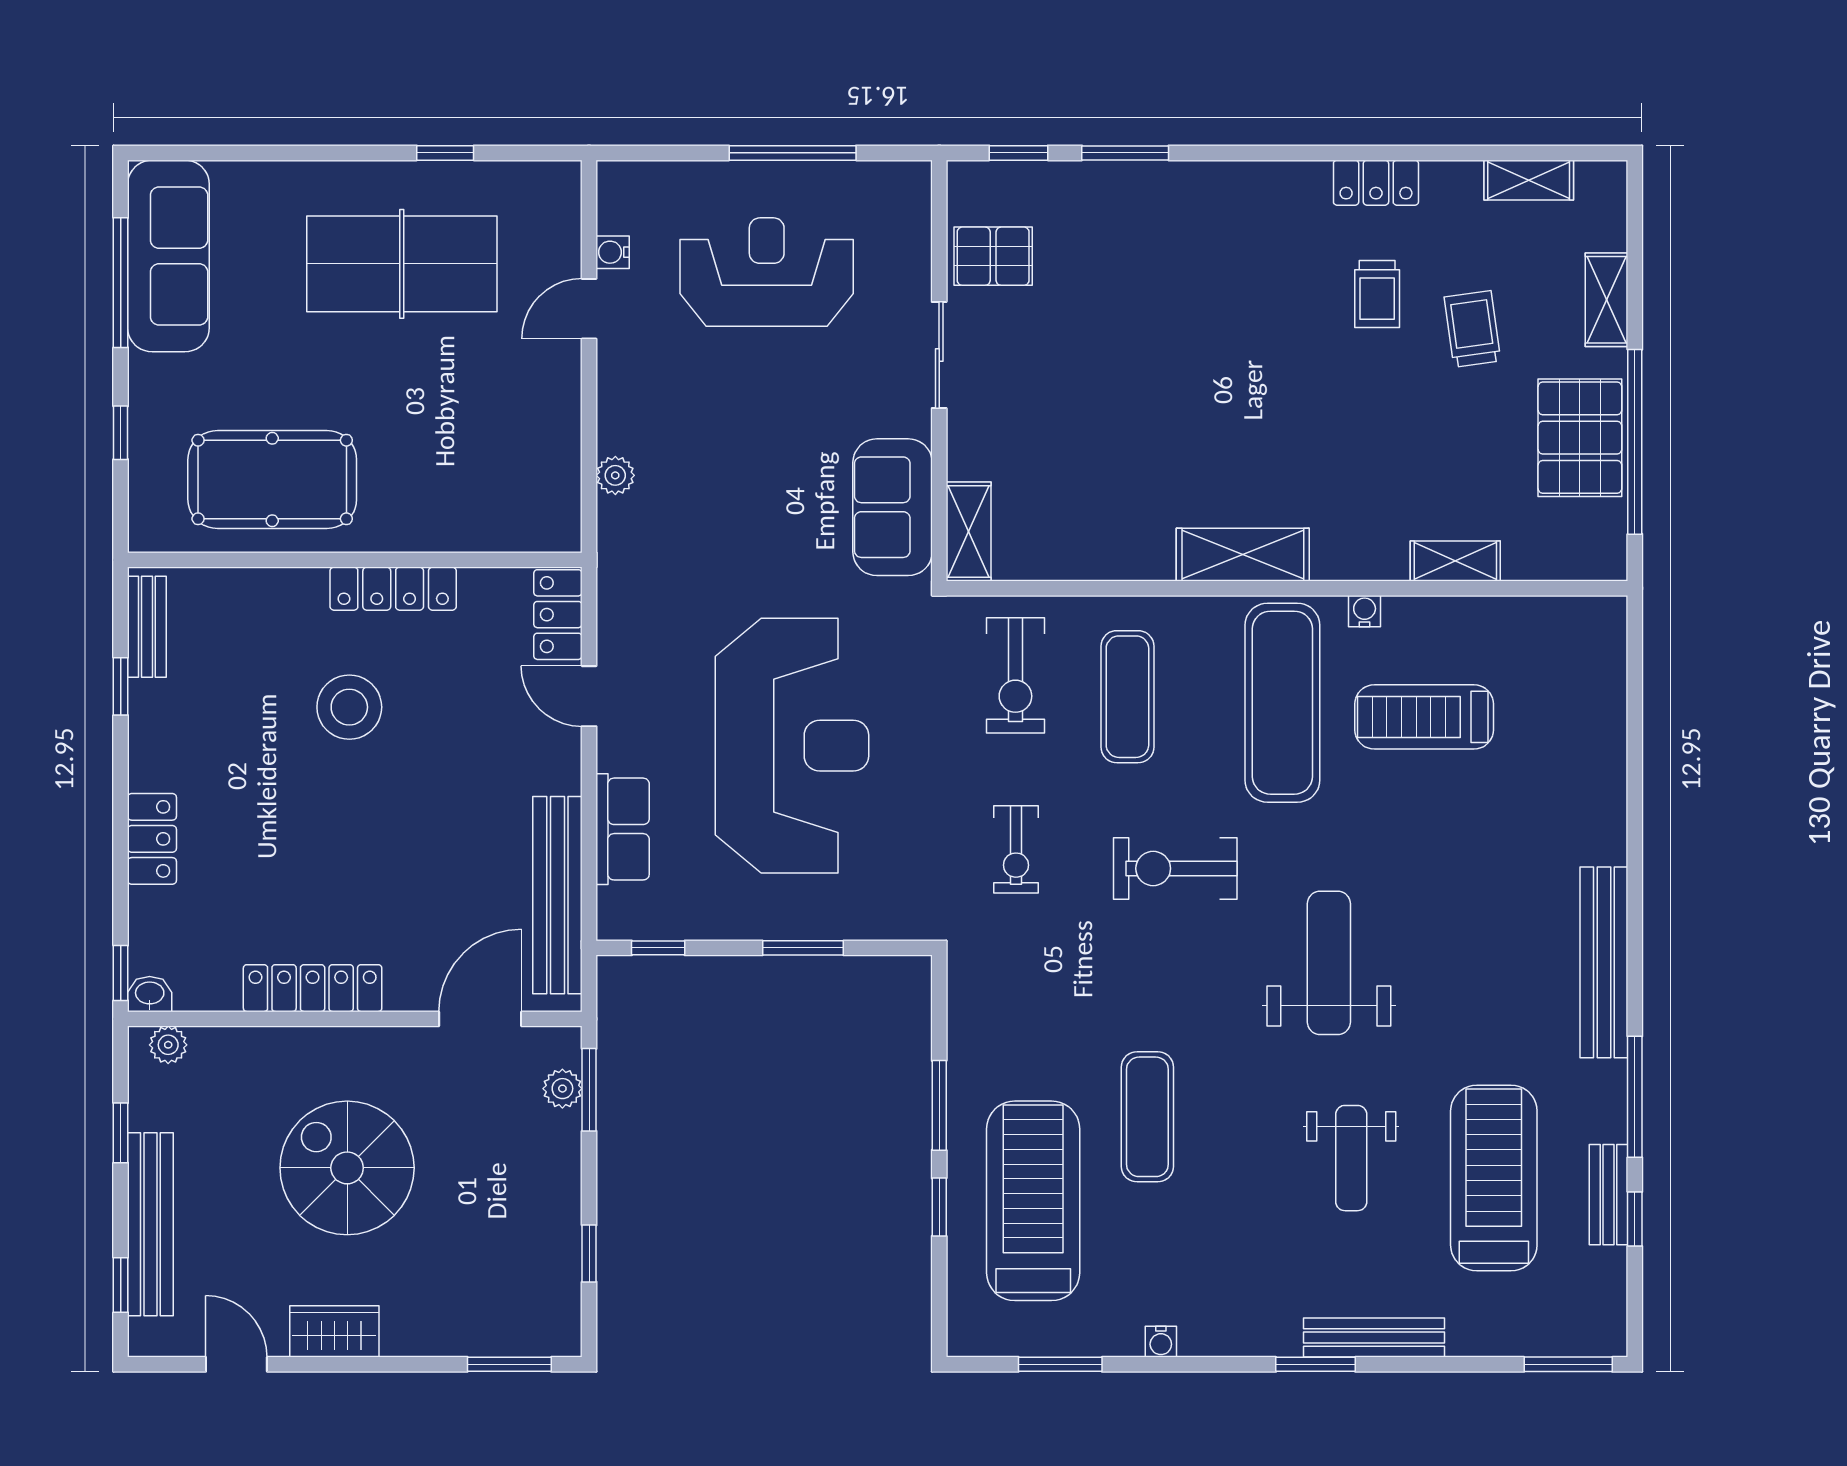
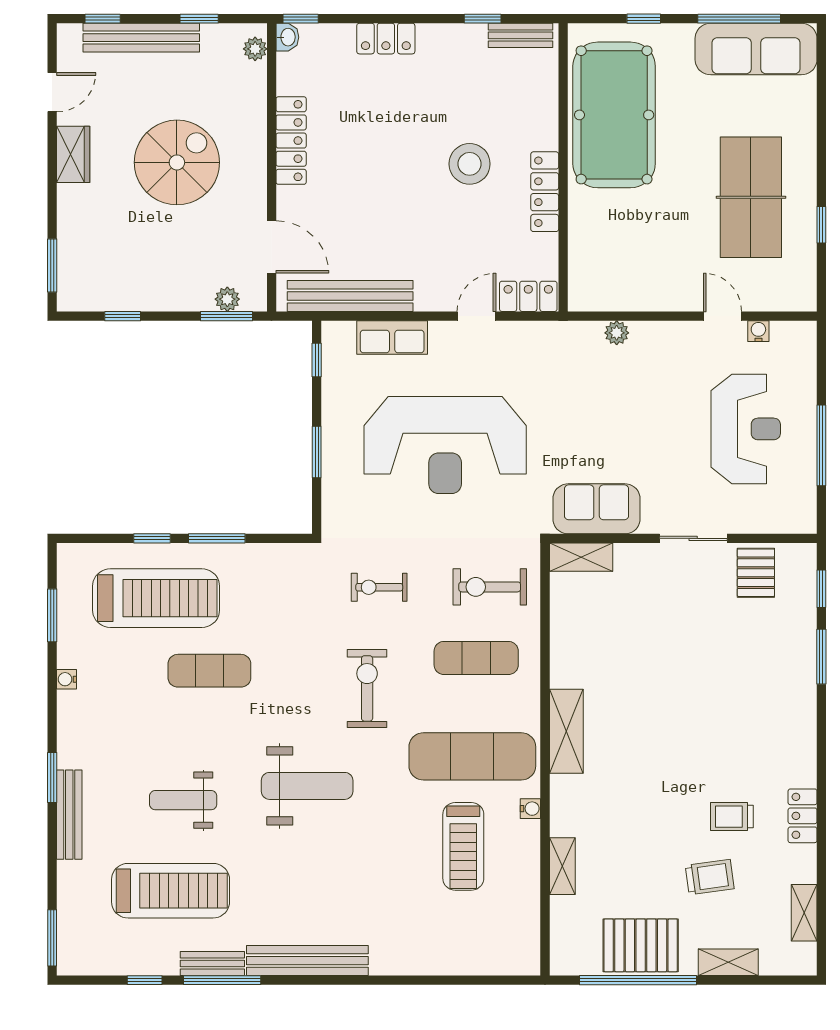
pool table: (272, 480) -> (614, 115), width x1.36, depth x1.32
treadmill: (1424, 717) -> (463, 846), turned 180
bench: (1608, 1195) -> (212, 963), moved

